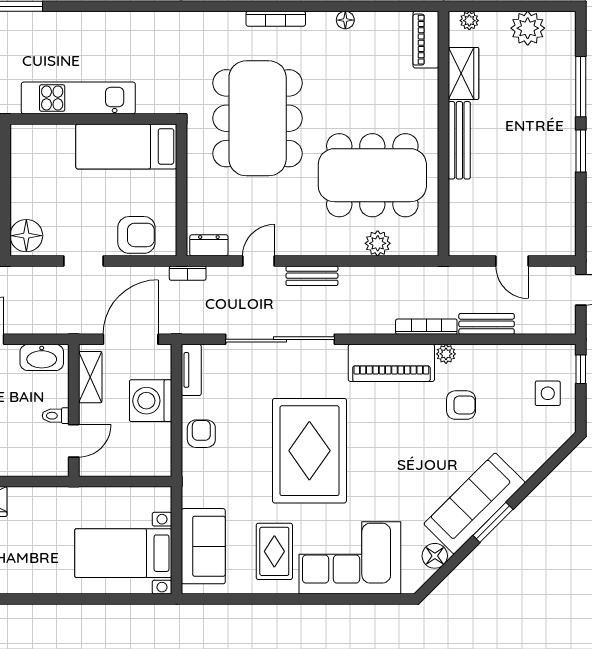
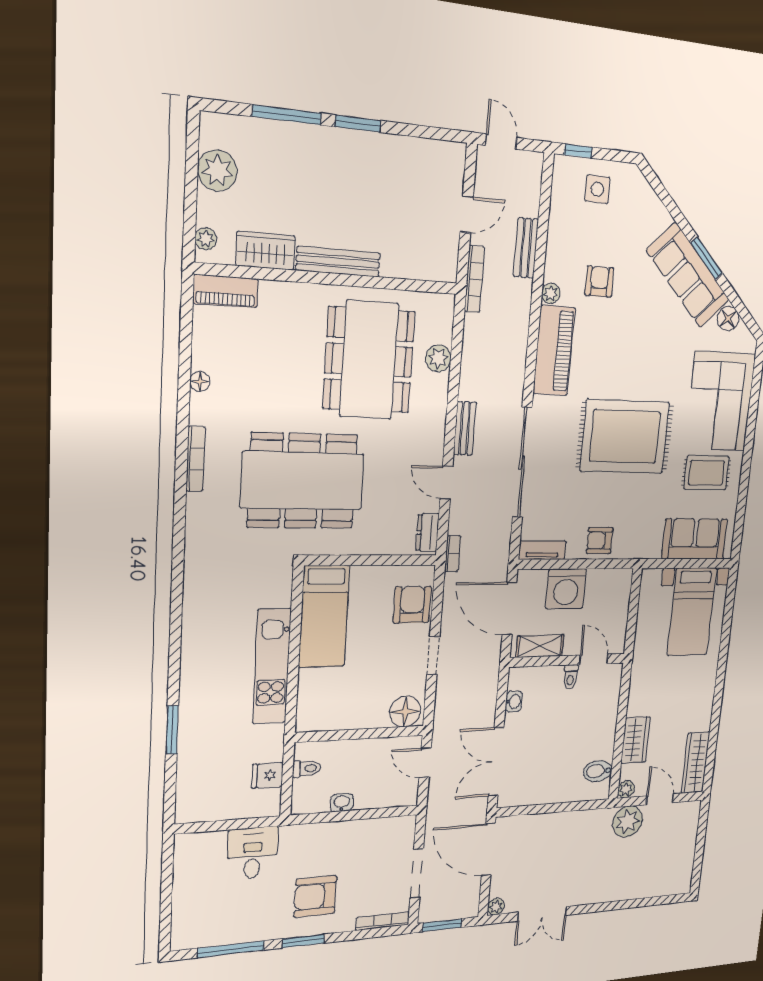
bookcase: (426, 327) -> (474, 279), moved, turned 180
washbasin: (42, 357) -> (514, 701), width x0.52, depth x0.69

